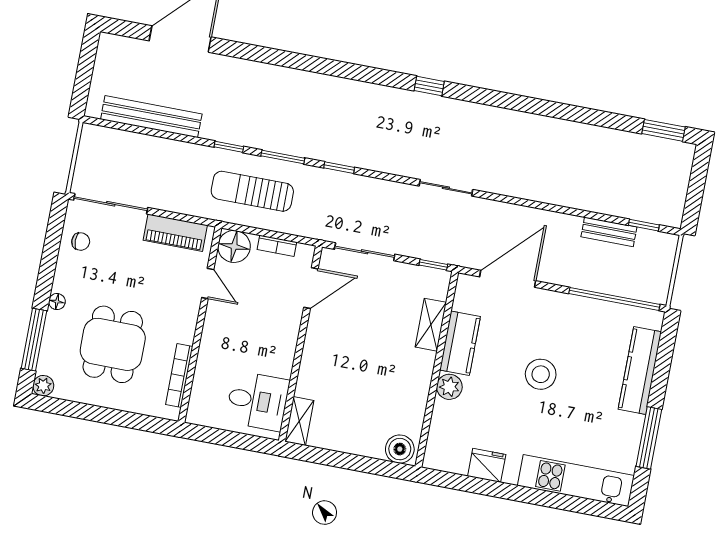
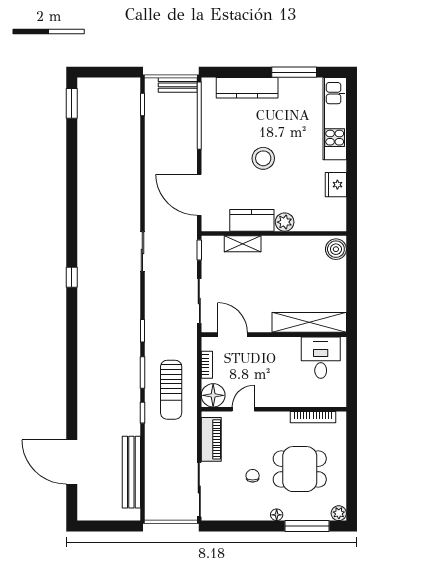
bench: (609, 232) -> (178, 85), moved, turned 90
chair: (81, 242) -> (253, 476), moved
shelving: (299, 421) -> (309, 322), width x2.20, depth x1.33

